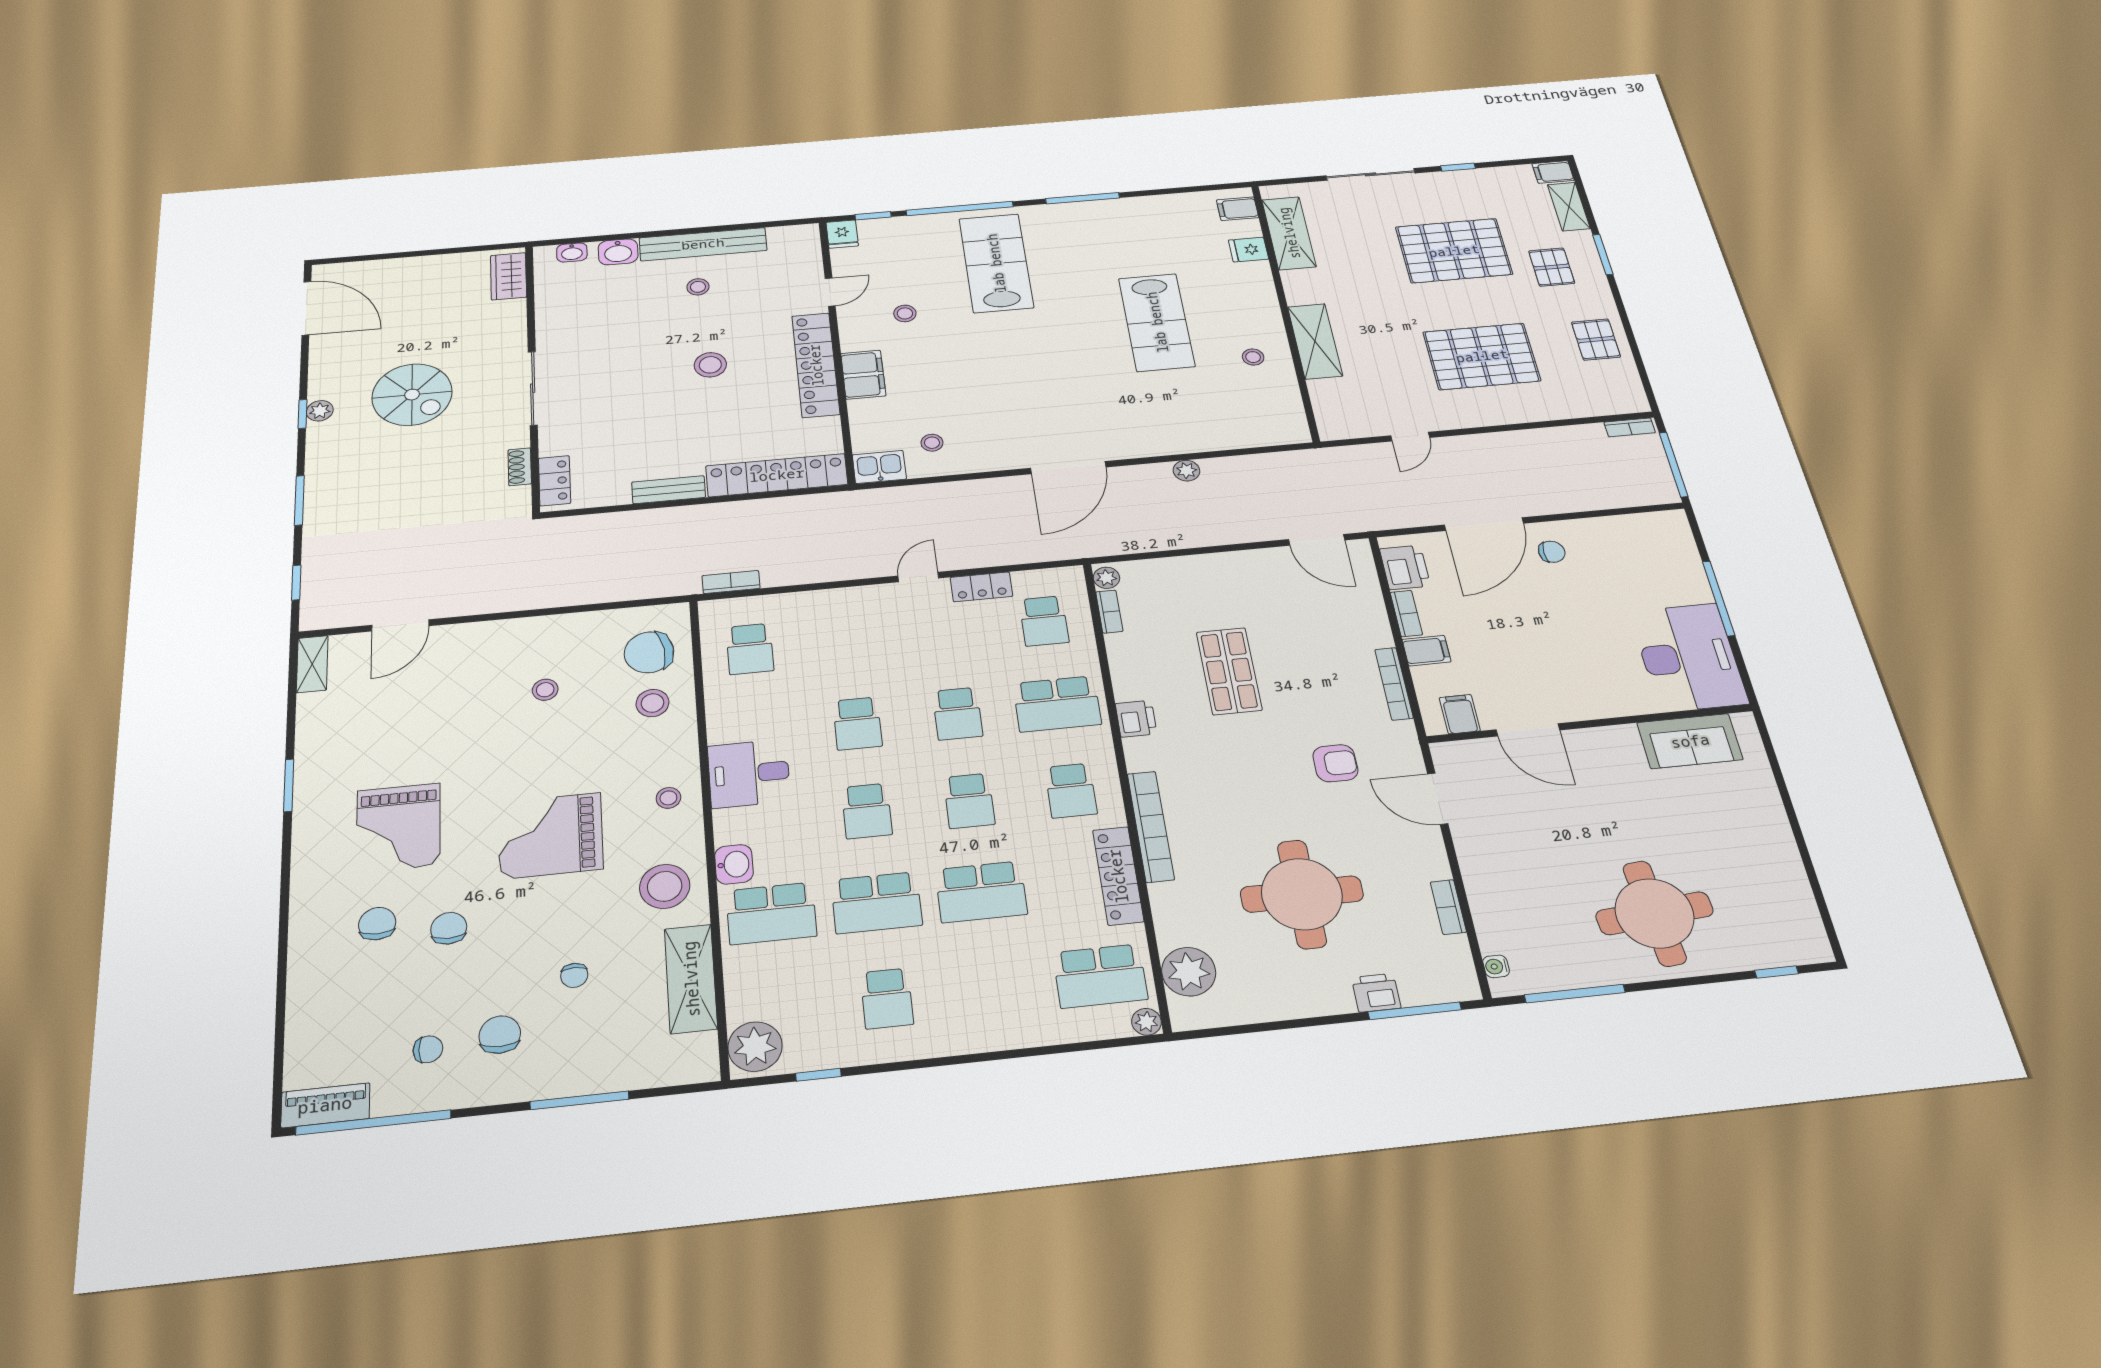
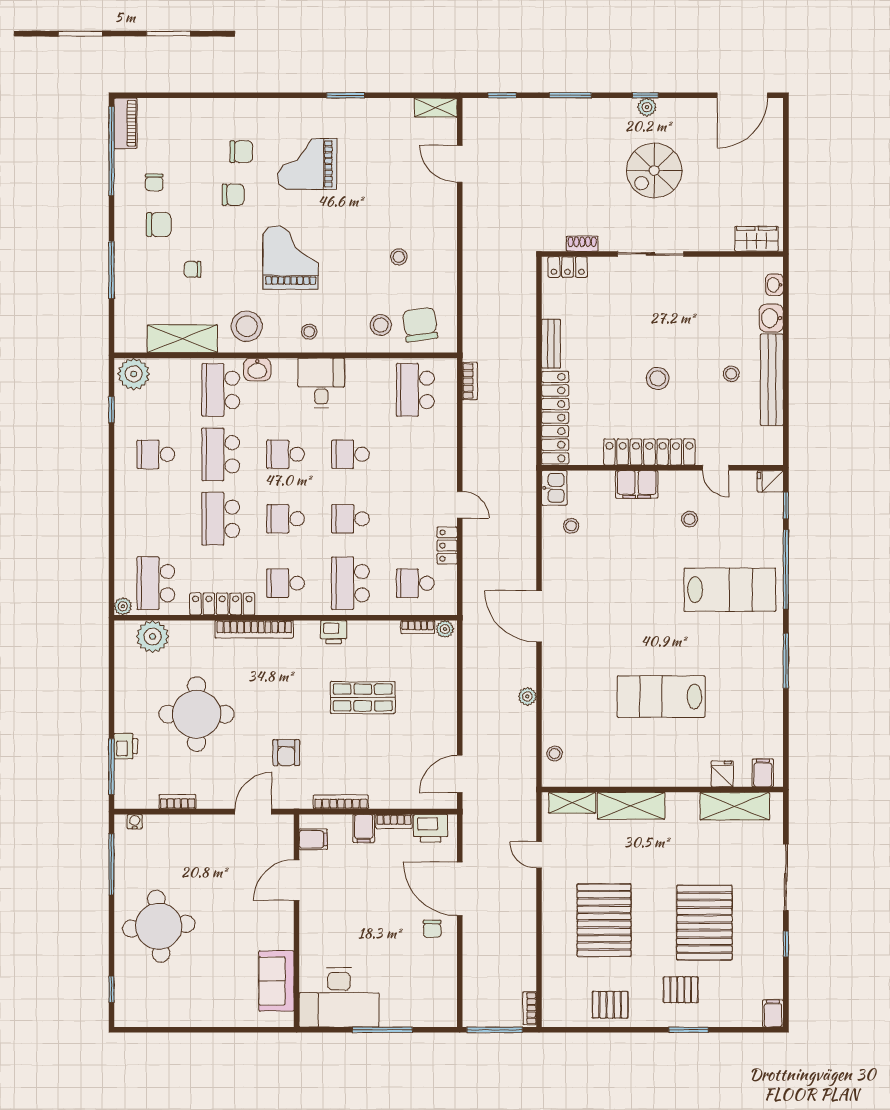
shelving: (1569, 207) -> (572, 803), moved
stool: (1253, 357) -> (555, 754), moved
school desk: (750, 649) -> (415, 390), width x1.85

